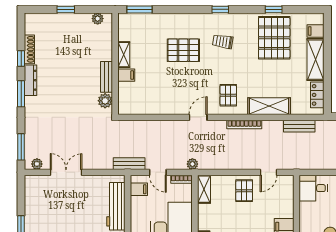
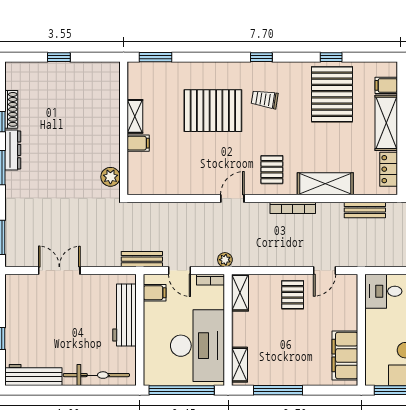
plant: (98, 19) -> (101, 69), removed
pallet: (183, 50) -> (213, 111), width x1.37, depth x1.41
bench: (107, 77) -> (112, 146), removed
plant: (37, 164) -> (21, 260), removed

